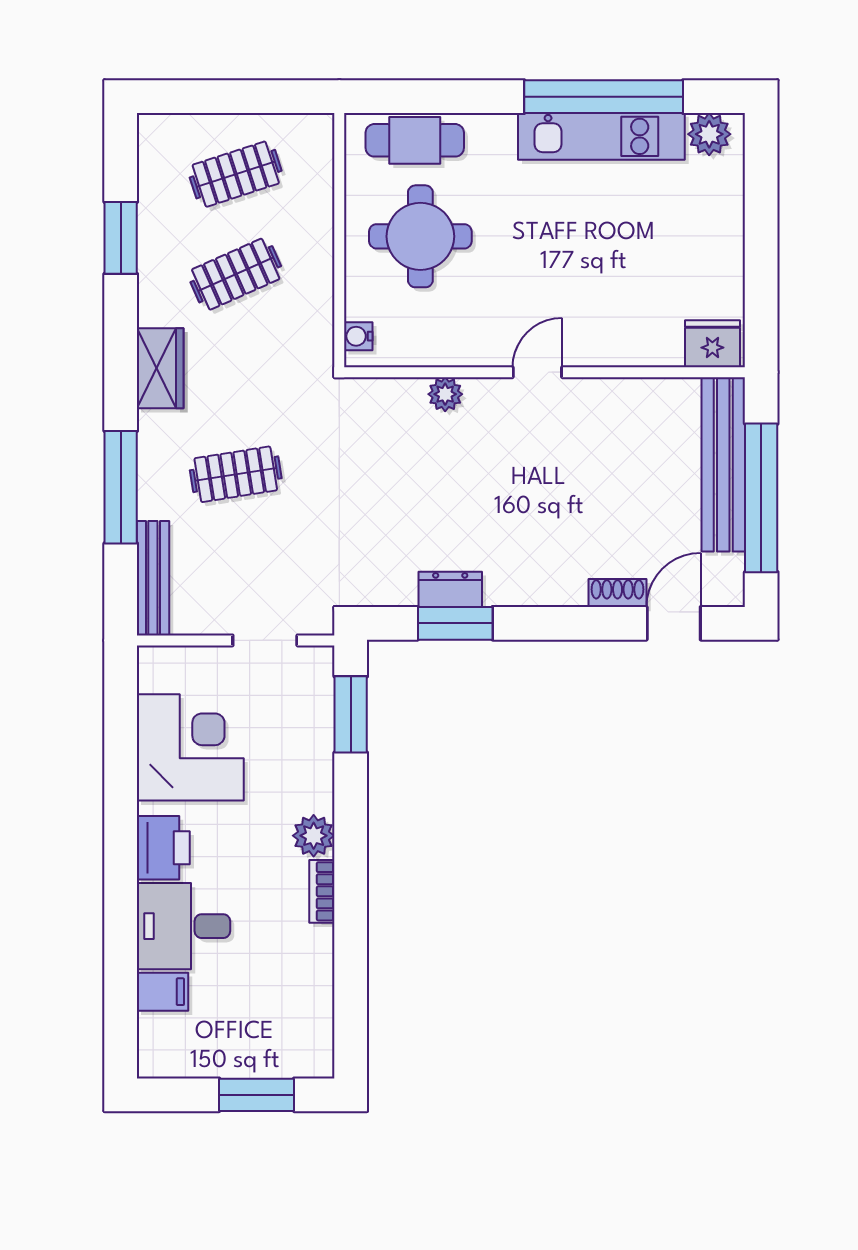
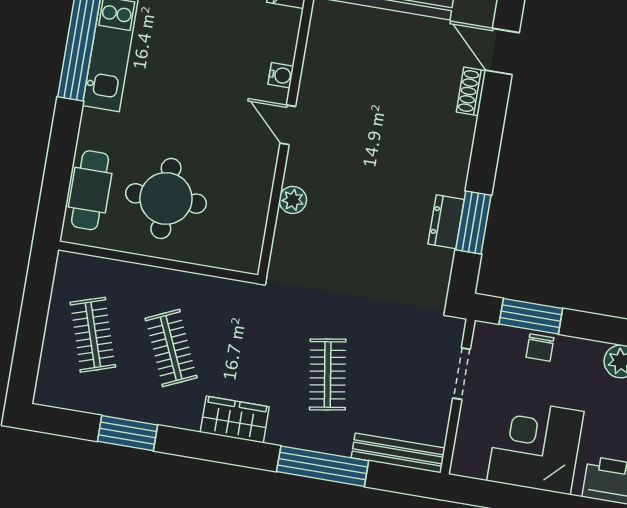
water cooler: (358, 336) -> (281, 75), moved, turned -90
chair: (314, 732) -> (540, 347), added

